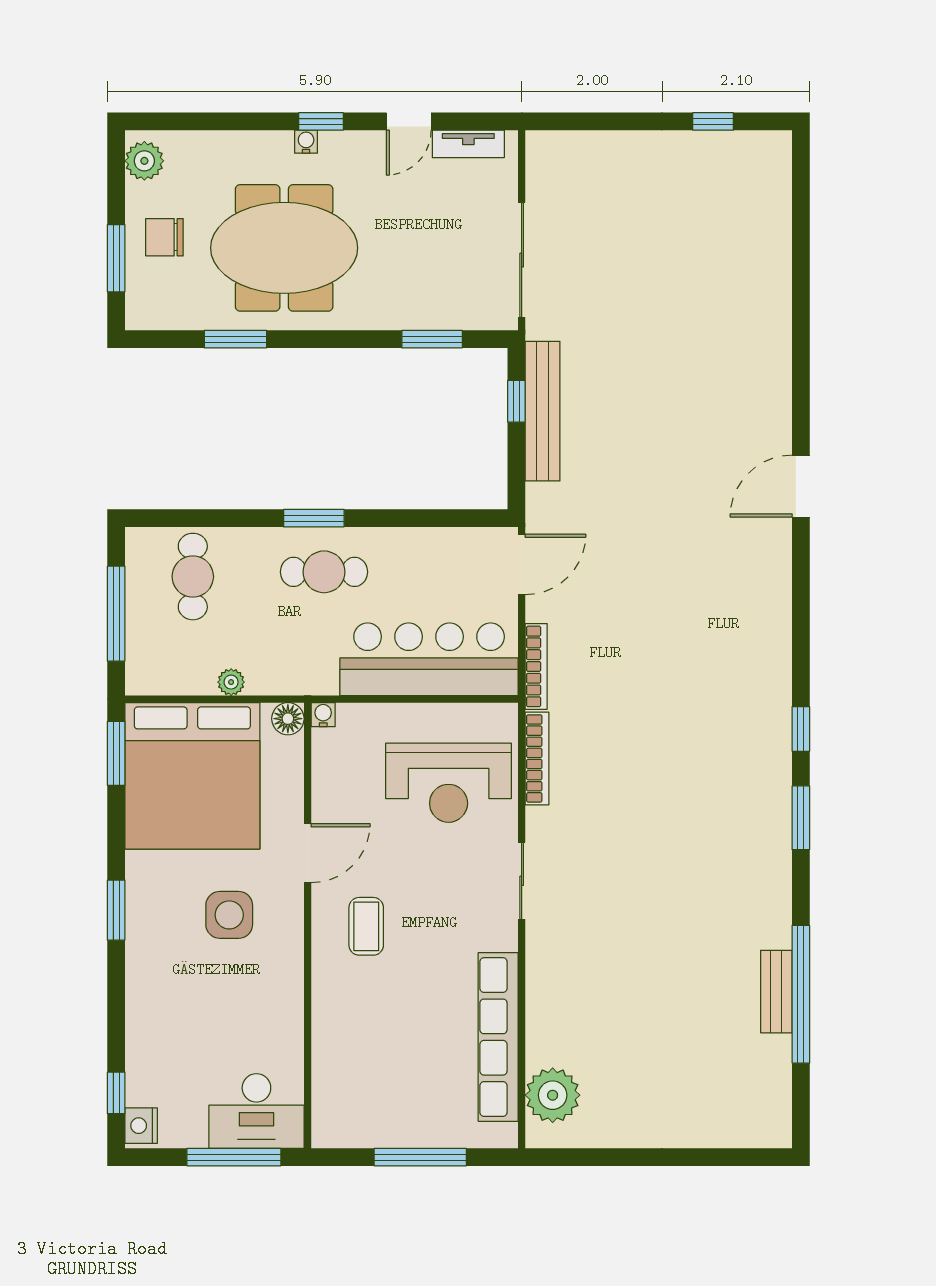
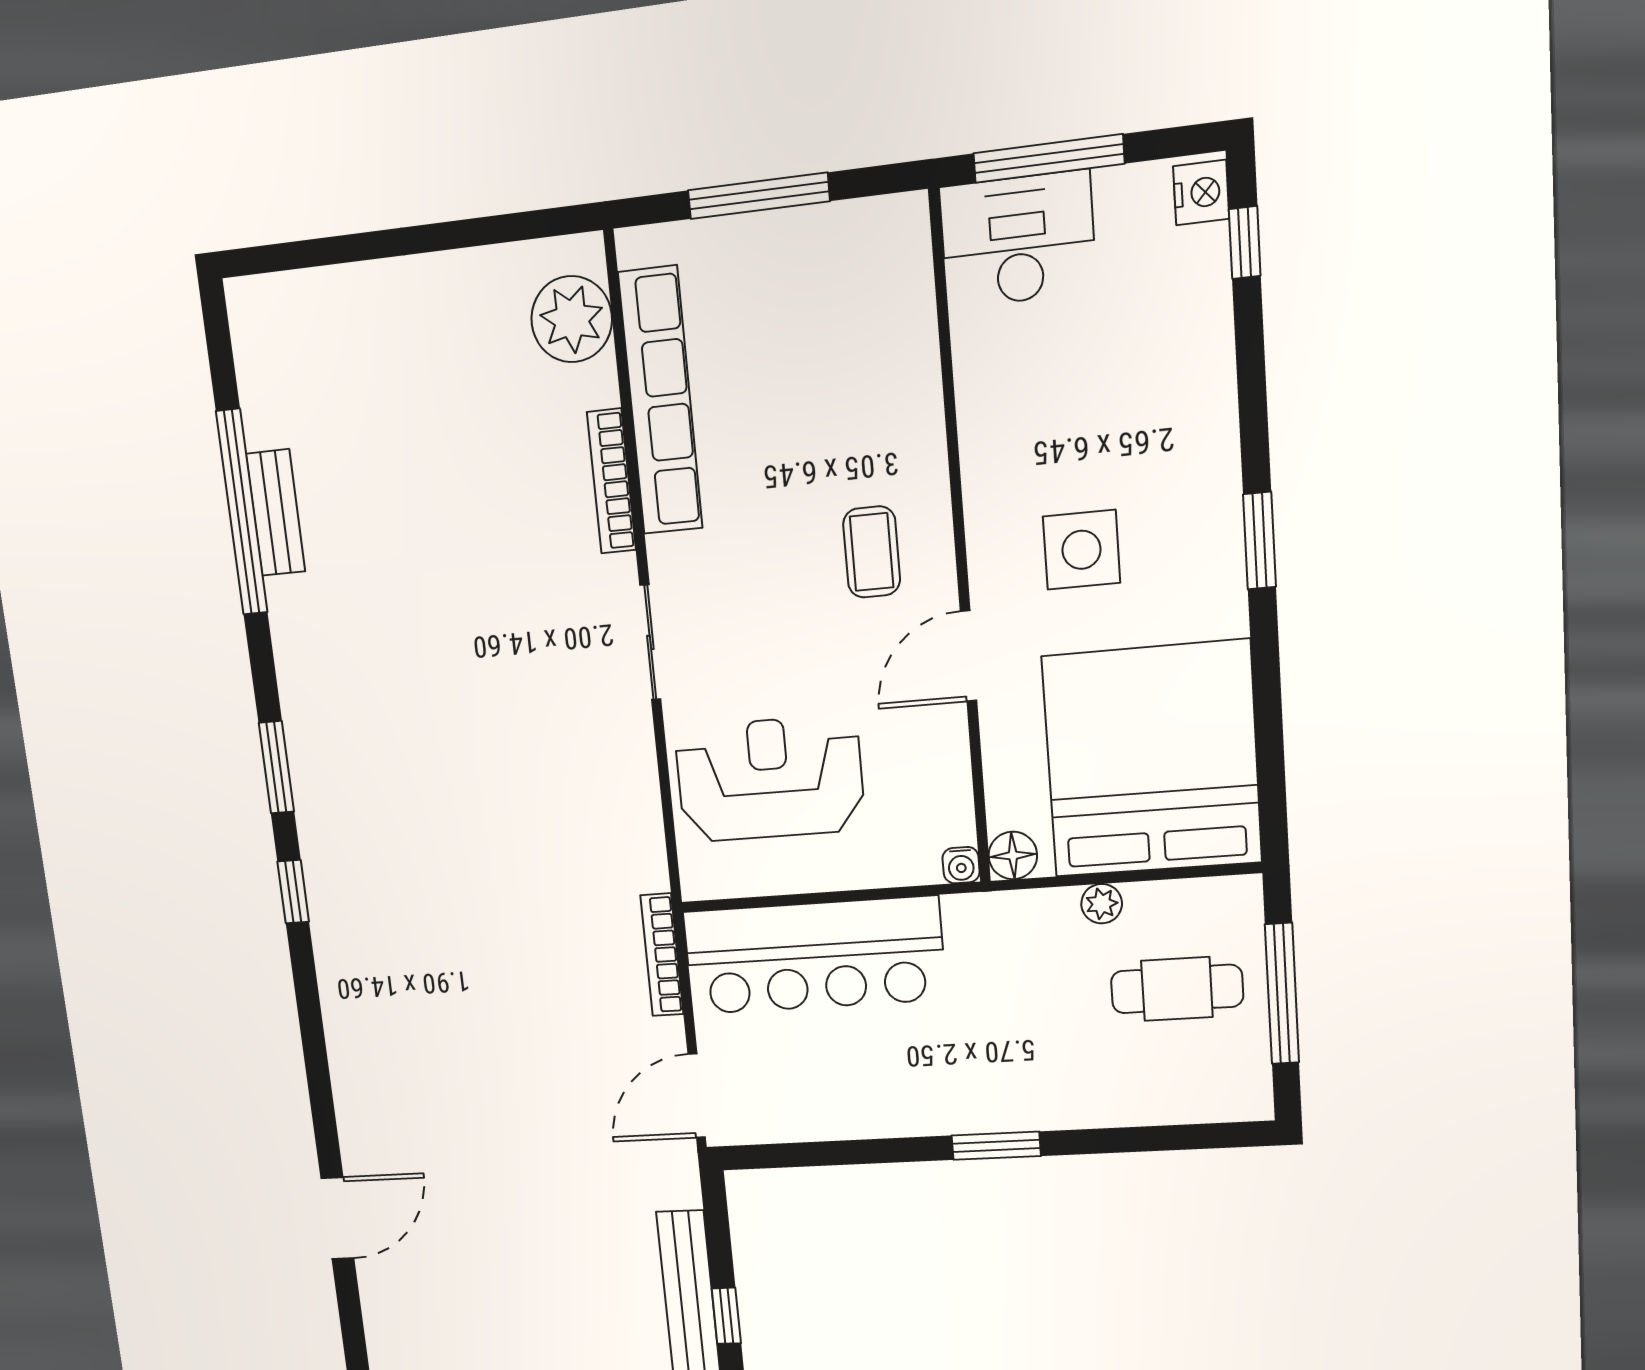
cafe table: (324, 572) -> (976, 1071), removed
cafe table: (193, 577) -> (1177, 989), moved, turned 90
window: (116, 753) -> (1272, 785), removed
bookcase: (537, 758) -> (611, 481), moved

